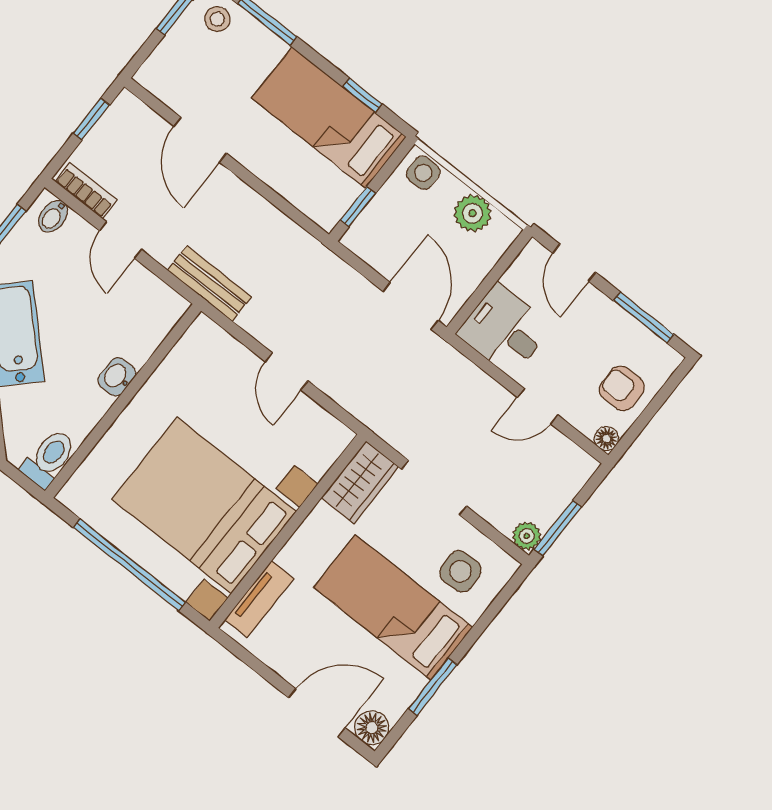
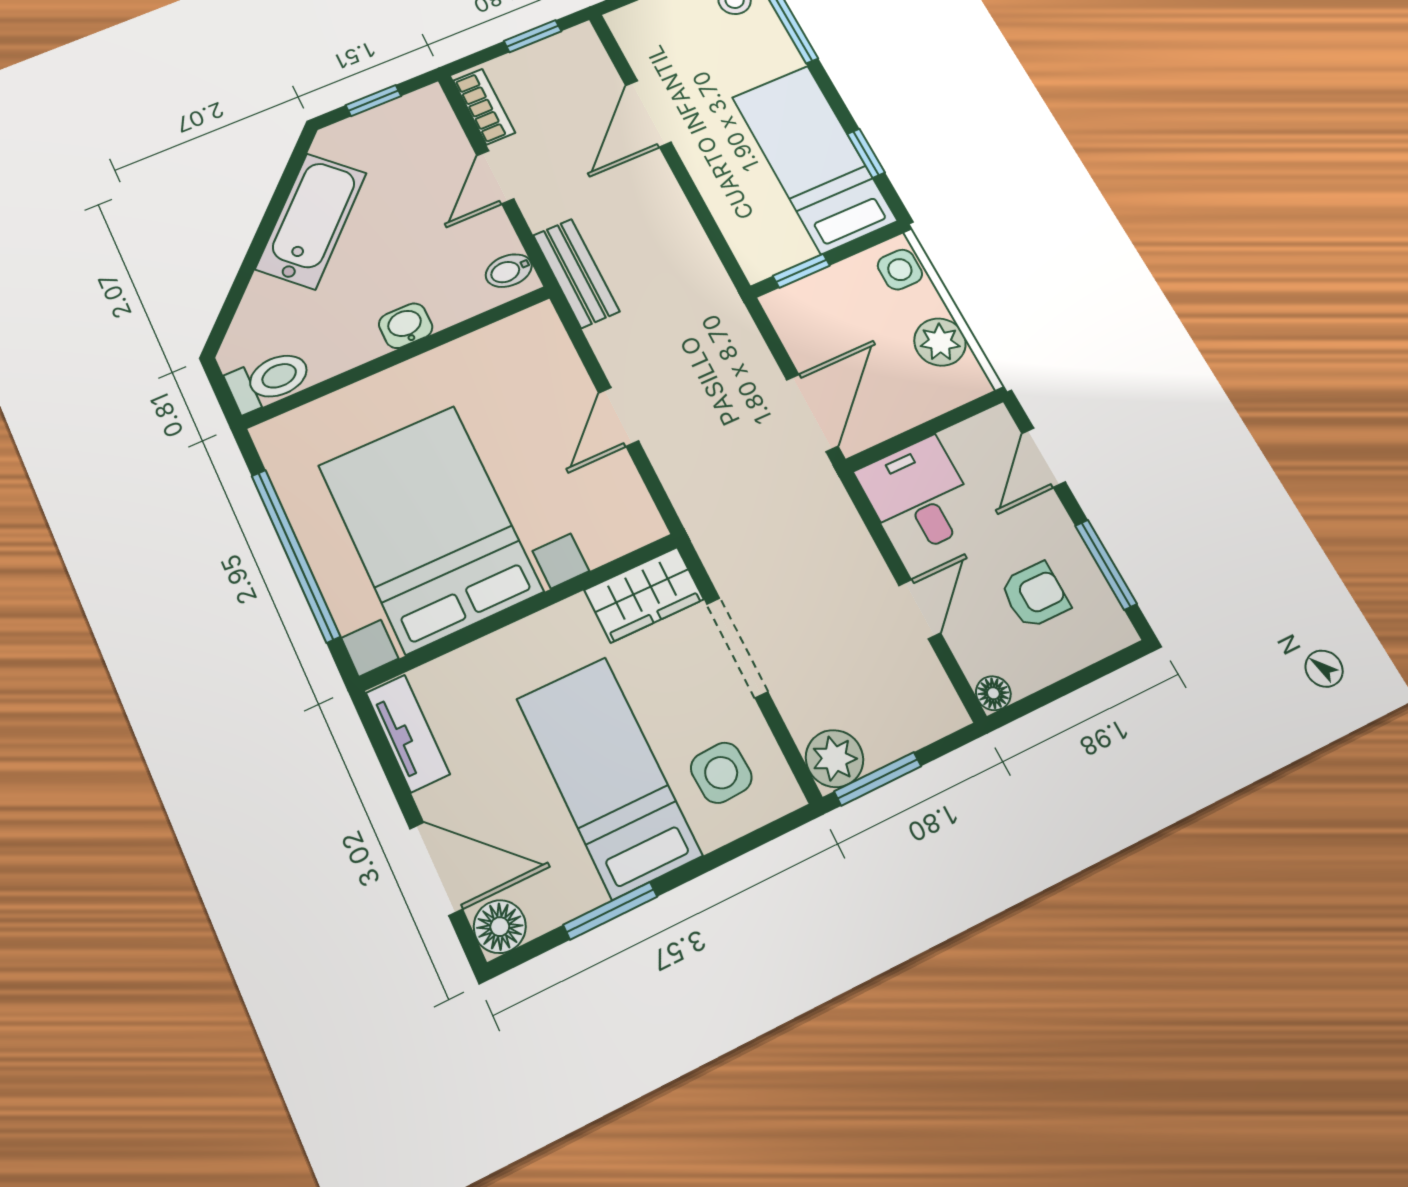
bidet: (53, 216) -> (509, 271), moved
armchair: (622, 388) -> (1035, 595), moved, turned 90
door: (537, 406) -> (920, 609), swing flipped
plant: (527, 536) -> (835, 759), width x1.38, depth x1.38
tv unit: (259, 599) -> (408, 733), moved, turned -90

